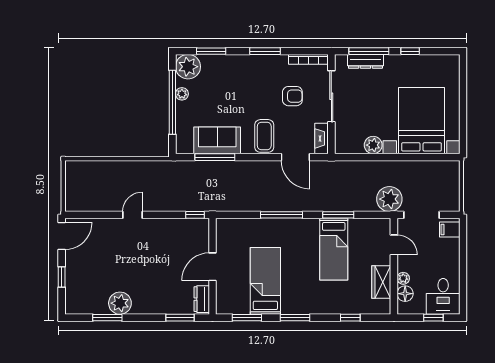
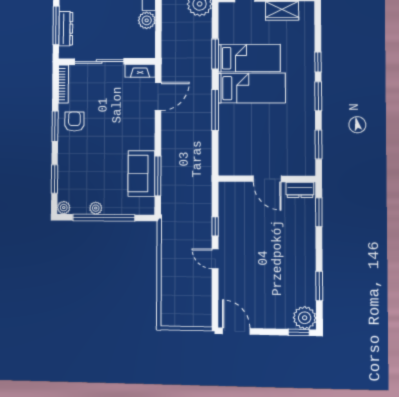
plant: (188, 67) -> (64, 208), width x0.53, depth x0.53
armchair: (292, 96) -> (74, 122), moved
coffee table: (264, 136) -> (137, 127), removed
window: (195, 215) -> (215, 226), moved
window: (62, 277) -> (299, 332), moved
bed: (265, 281) -> (252, 88), moved, turned 180
plant: (120, 303) -> (305, 318), moved
window: (350, 318) -> (318, 62), moved

